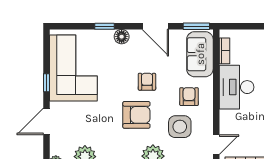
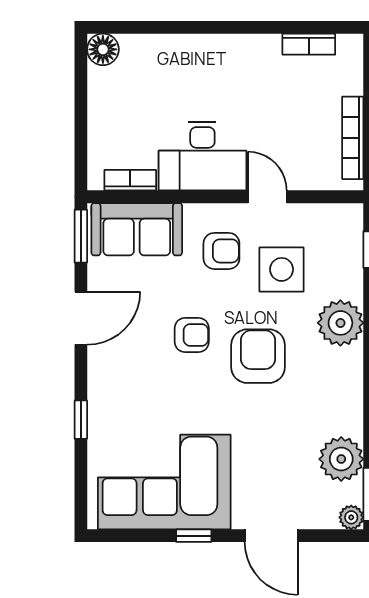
floor lamp: (122, 37) -> (102, 386), removed
armchair: (147, 82) -> (192, 335), turned 180
armchair: (189, 97) -> (221, 251), turned 180
door: (216, 145) -> (267, 197), moved

